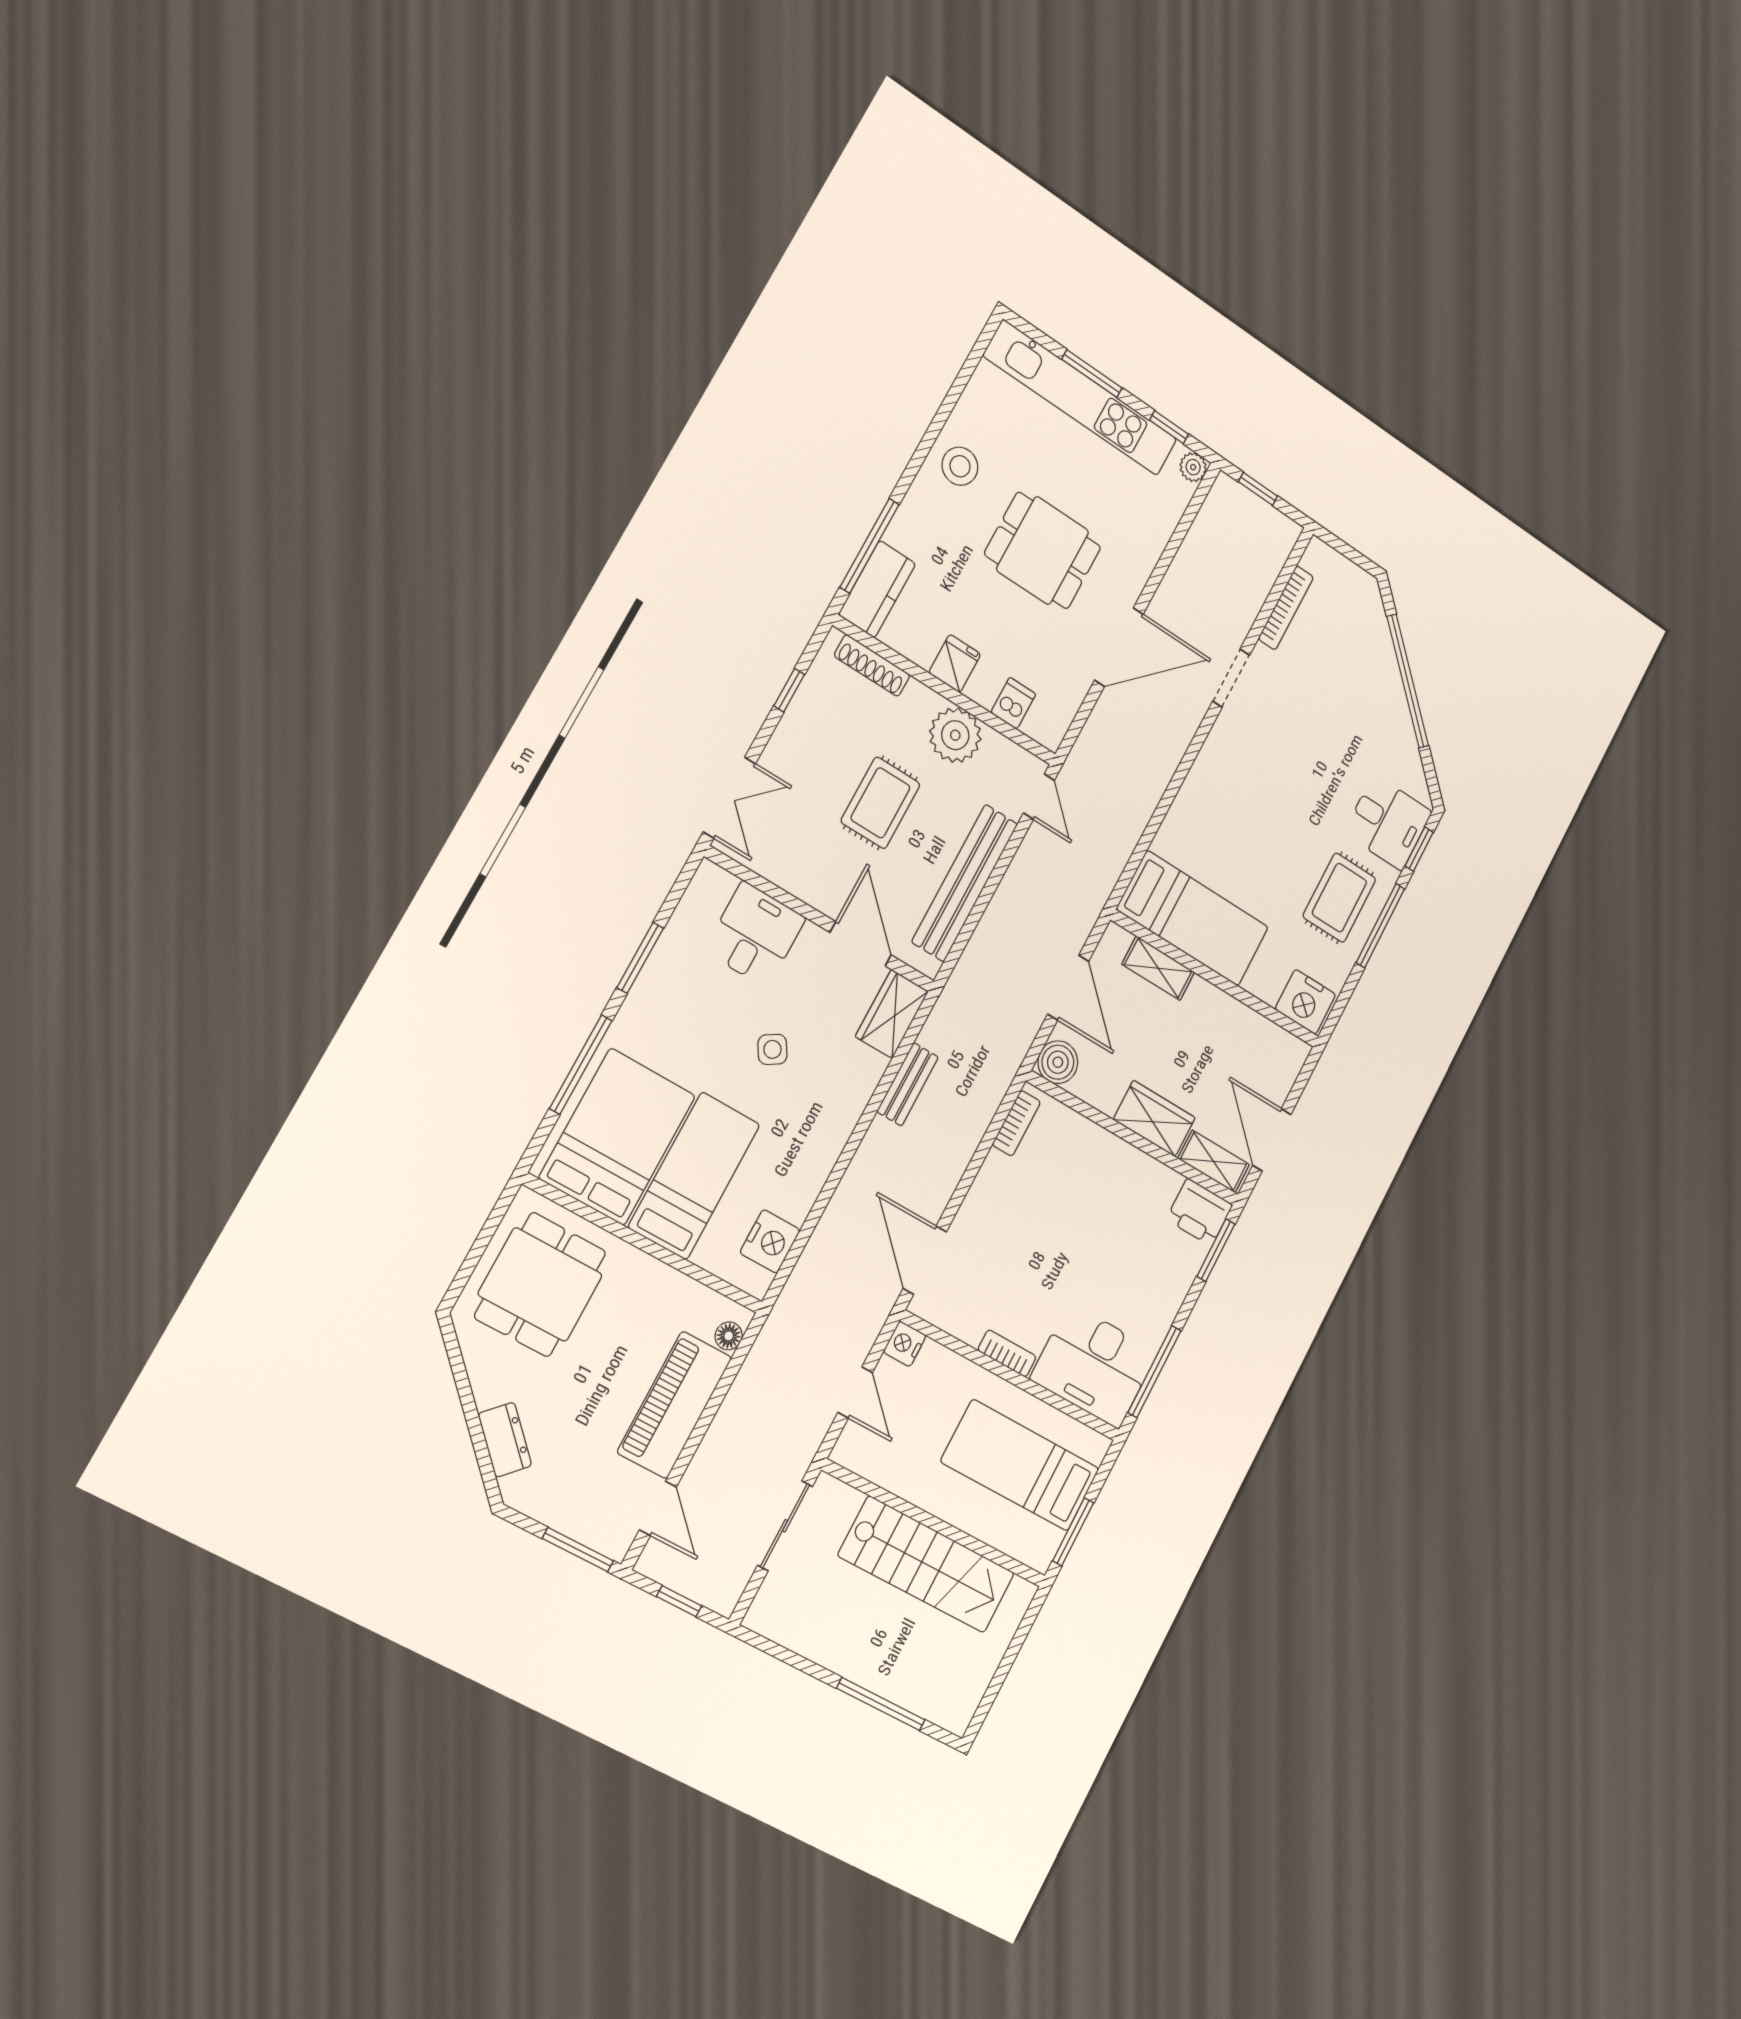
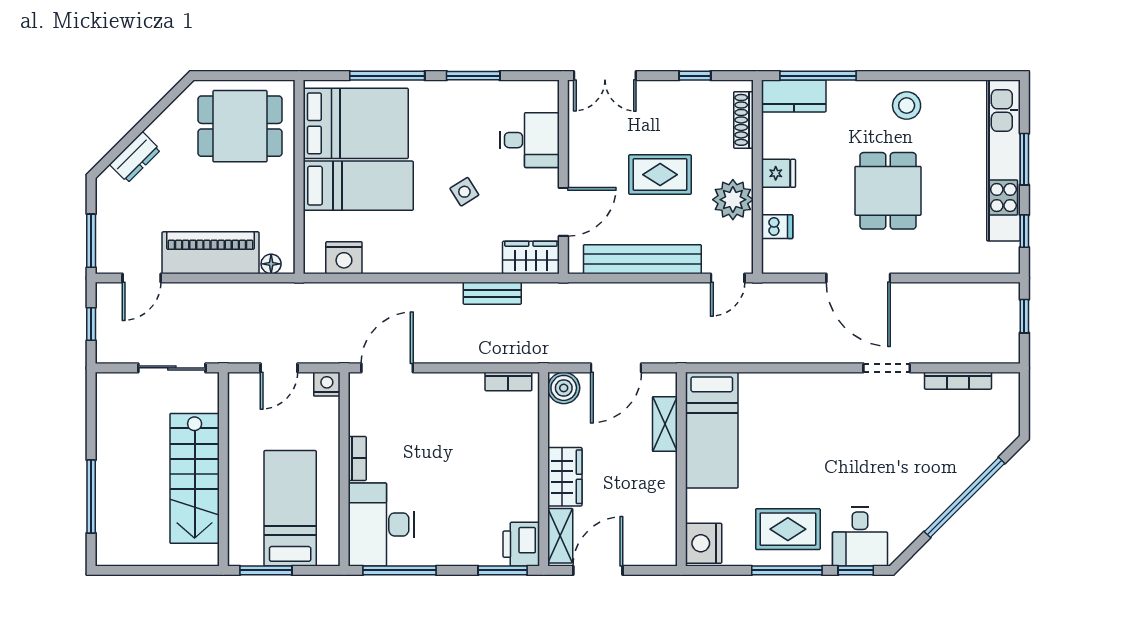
plant: (1193, 467) -> (1009, 263), removed

